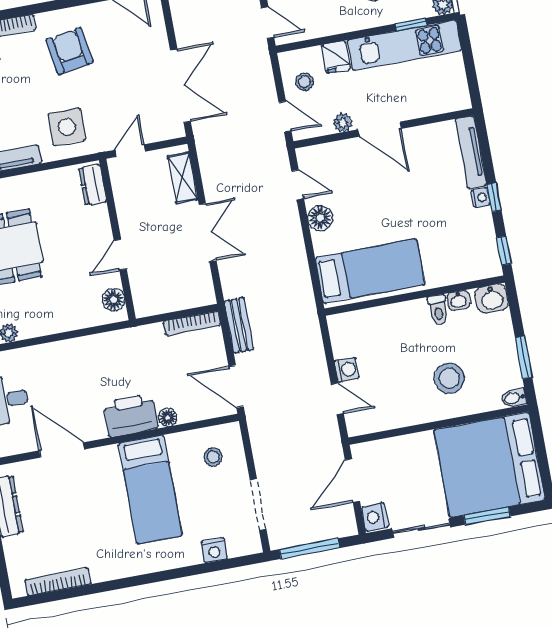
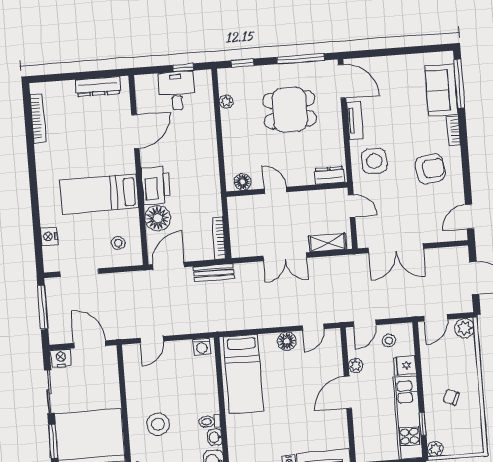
washing machine: (347, 370) -> (202, 347), moved
floor lamp: (168, 417) -> (158, 218), width x1.89, depth x1.89

